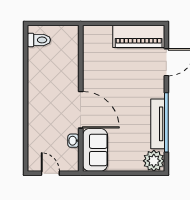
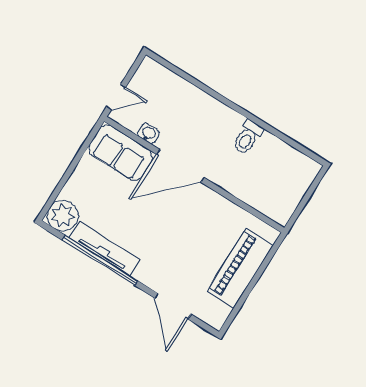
piano: (139, 36) -> (240, 268), moved
toilet: (39, 40) -> (248, 137), moved
door: (50, 173) -> (116, 97), moved

